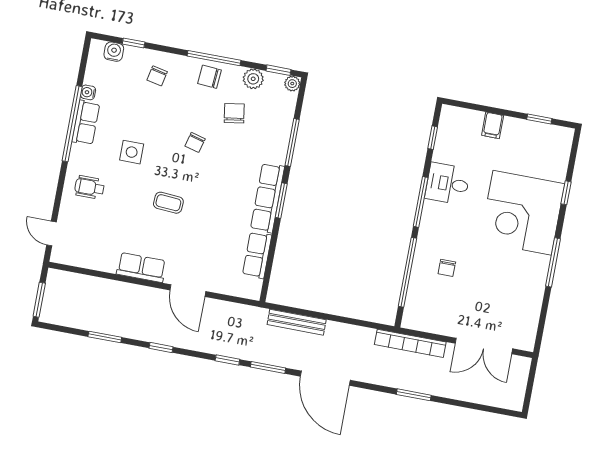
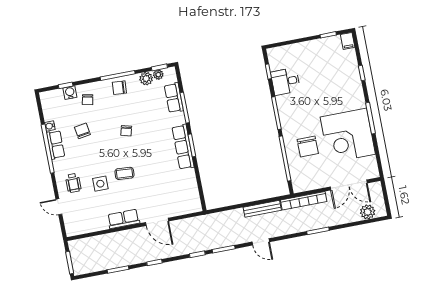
water cooler: (114, 52) -> (70, 93), moved
plant: (292, 84) -> (158, 75), moved
chair: (234, 113) -> (82, 131), moved
filing cabinet: (493, 125) -> (348, 41), moved
side table: (132, 152) -> (100, 184), moved
desk: (448, 184) -> (285, 81), moved
wheelchair: (89, 187) -> (73, 183), turned -90
corner desk: (522, 213) -> (348, 136), moved
door: (52, 234) -> (59, 207), moved
row of seats: (257, 255) -> (174, 98), moved
chair: (447, 268) -> (308, 147), width x1.87, depth x1.87
bench: (297, 322) -> (262, 209), moved
door: (325, 378) -> (261, 242), width x0.53
plant: (496, 395) -> (368, 212), added

